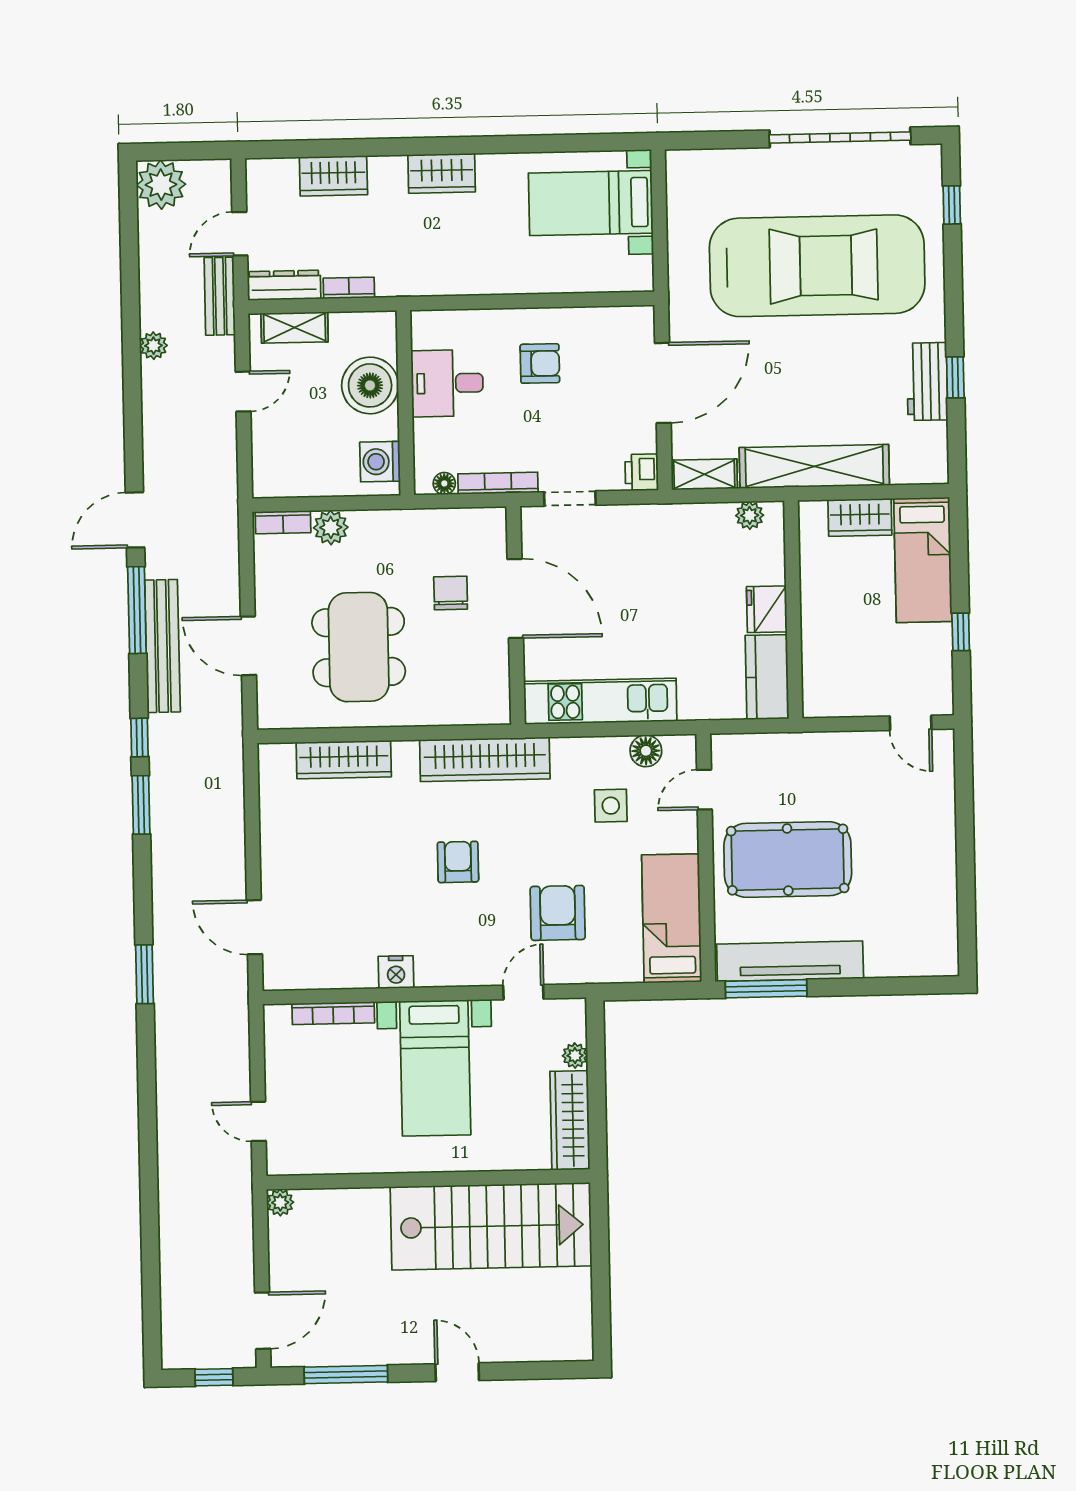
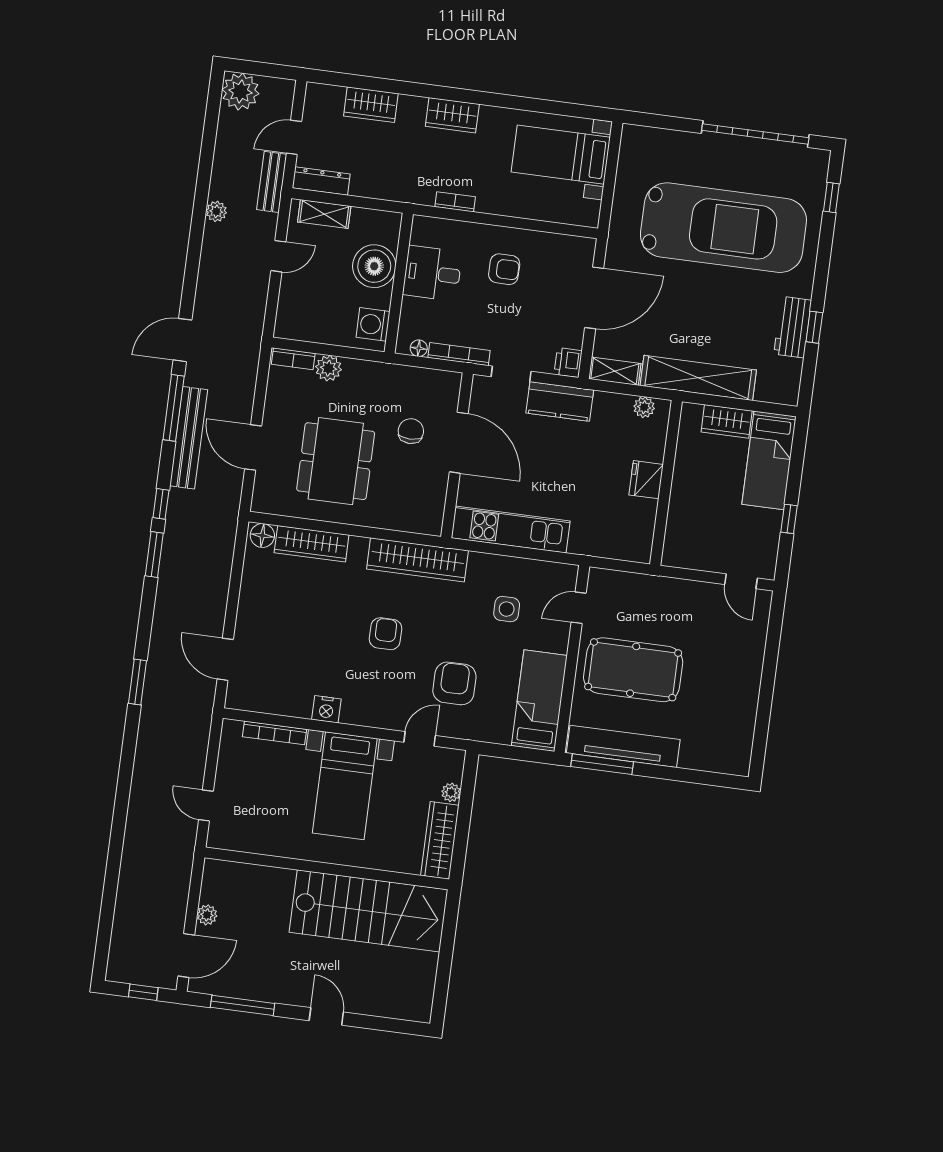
bookcase: (349, 288) -> (455, 202), moved
kitchen counter: (767, 677) -> (560, 401), moved, turned -90
floor lamp: (646, 751) -> (262, 535), moved
plant: (280, 1202) -> (207, 915), moved

